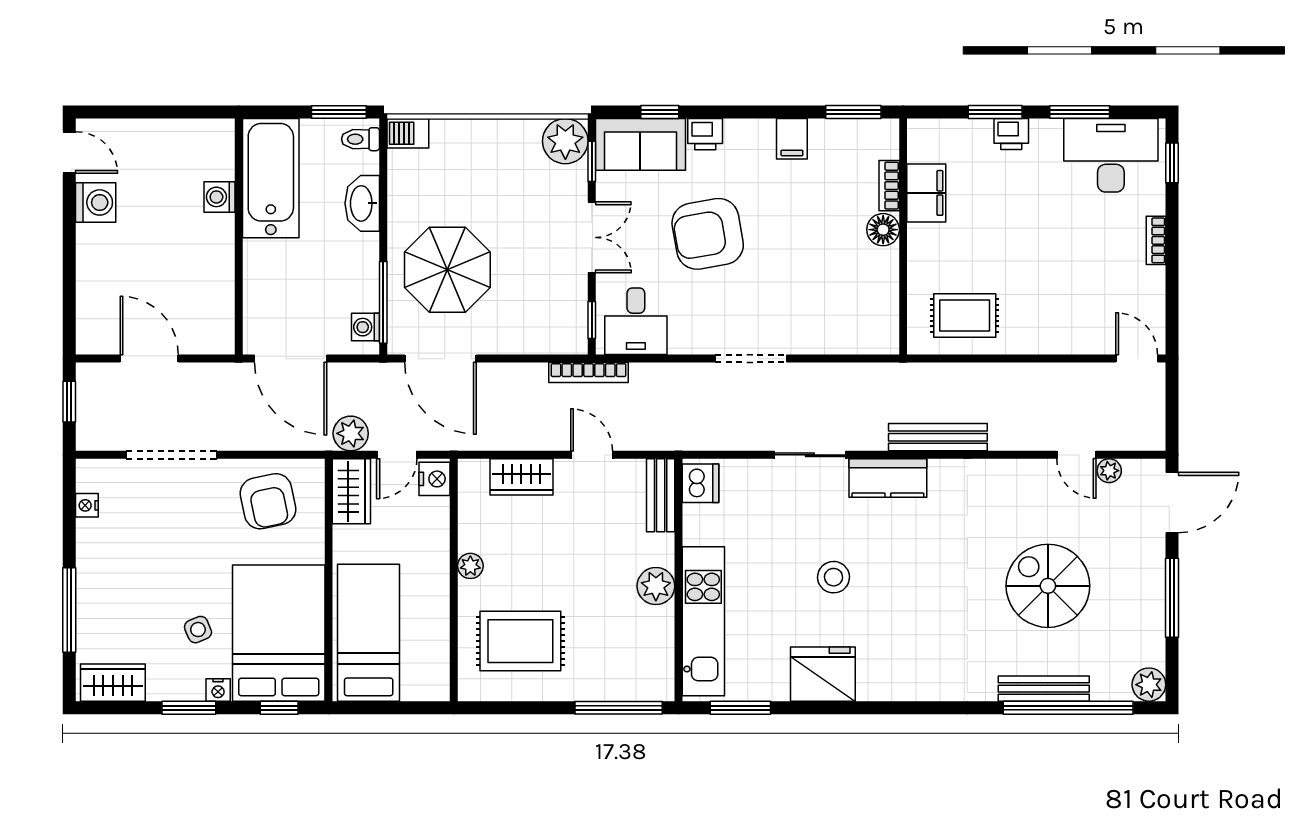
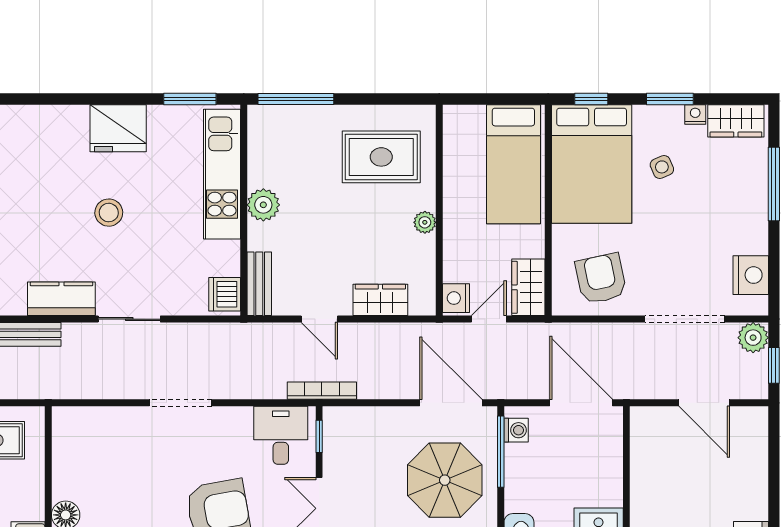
plant: (351, 433) -> (753, 338), moved
nightstand: (87, 505) -> (751, 275), width x1.89, depth x1.79
nightstand: (218, 690) -> (695, 114), moved

